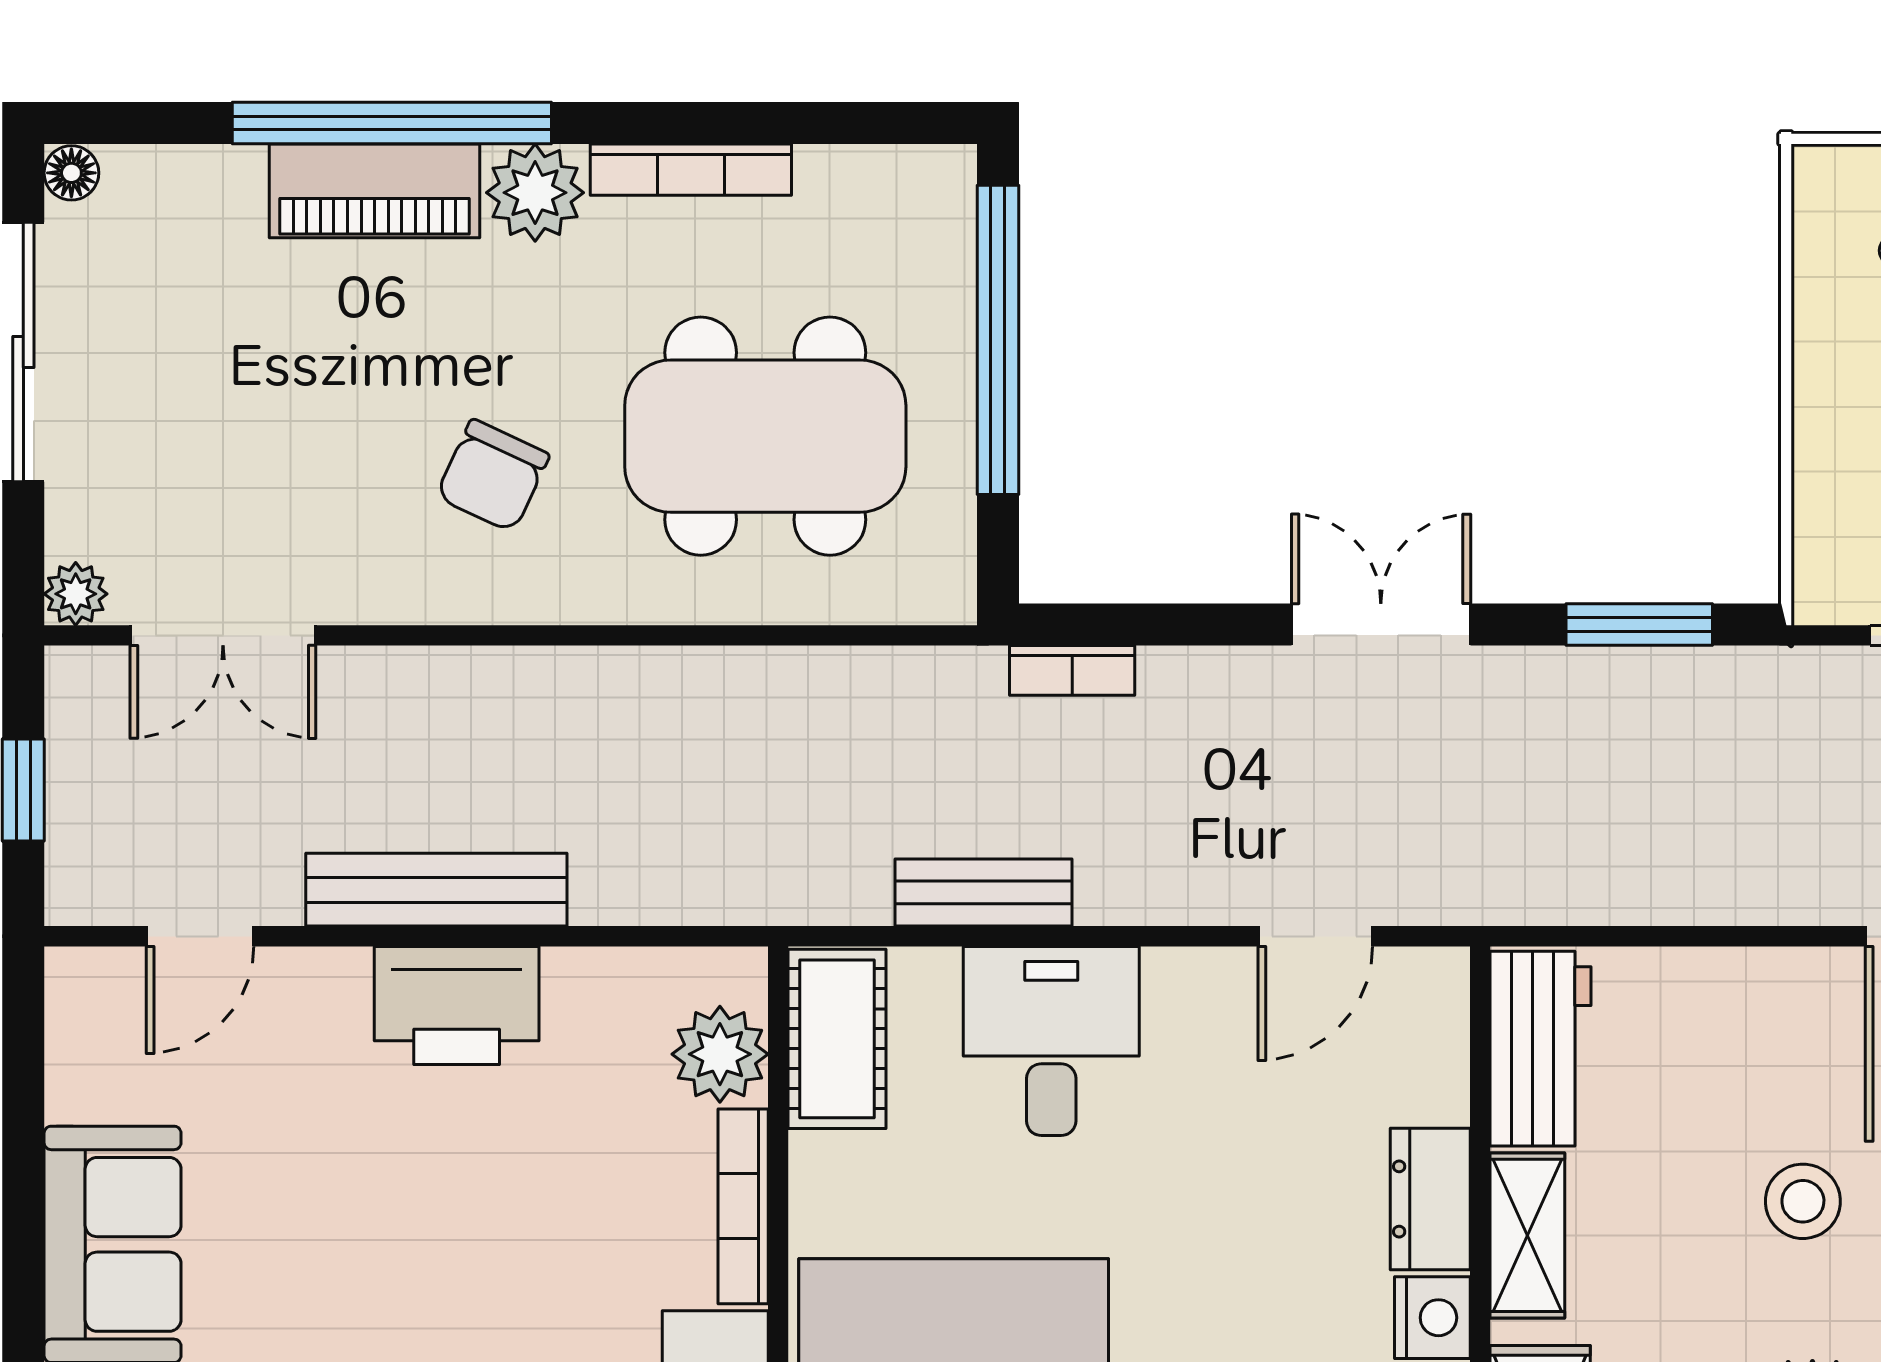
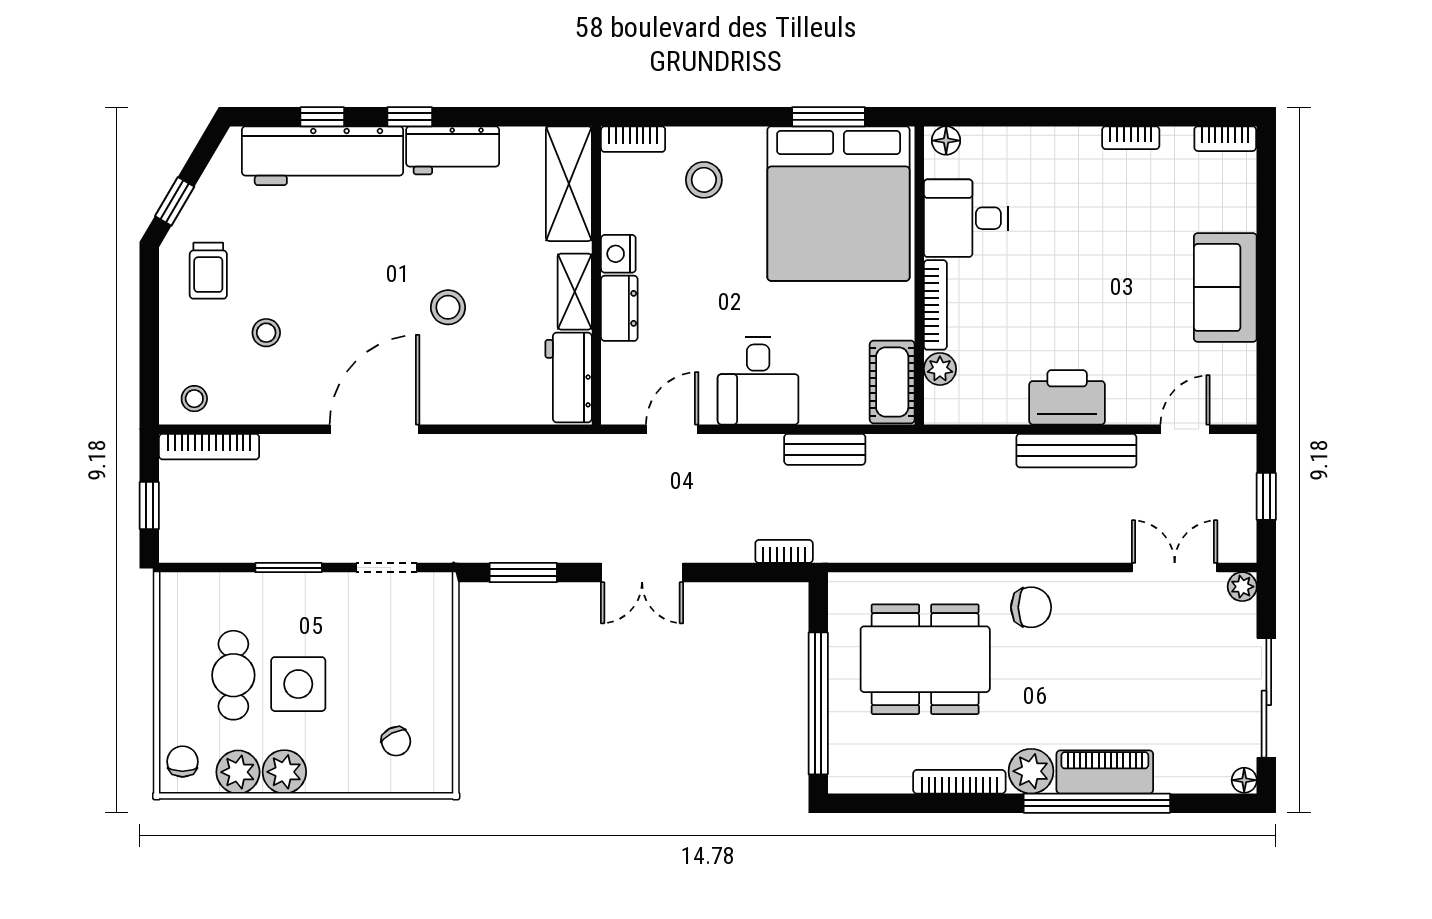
chair: (493, 476) -> (1031, 607), moved, turned 65
desk: (1051, 1041) -> (758, 381), moved
plant: (720, 1054) -> (940, 369), width x0.73, depth x0.73

